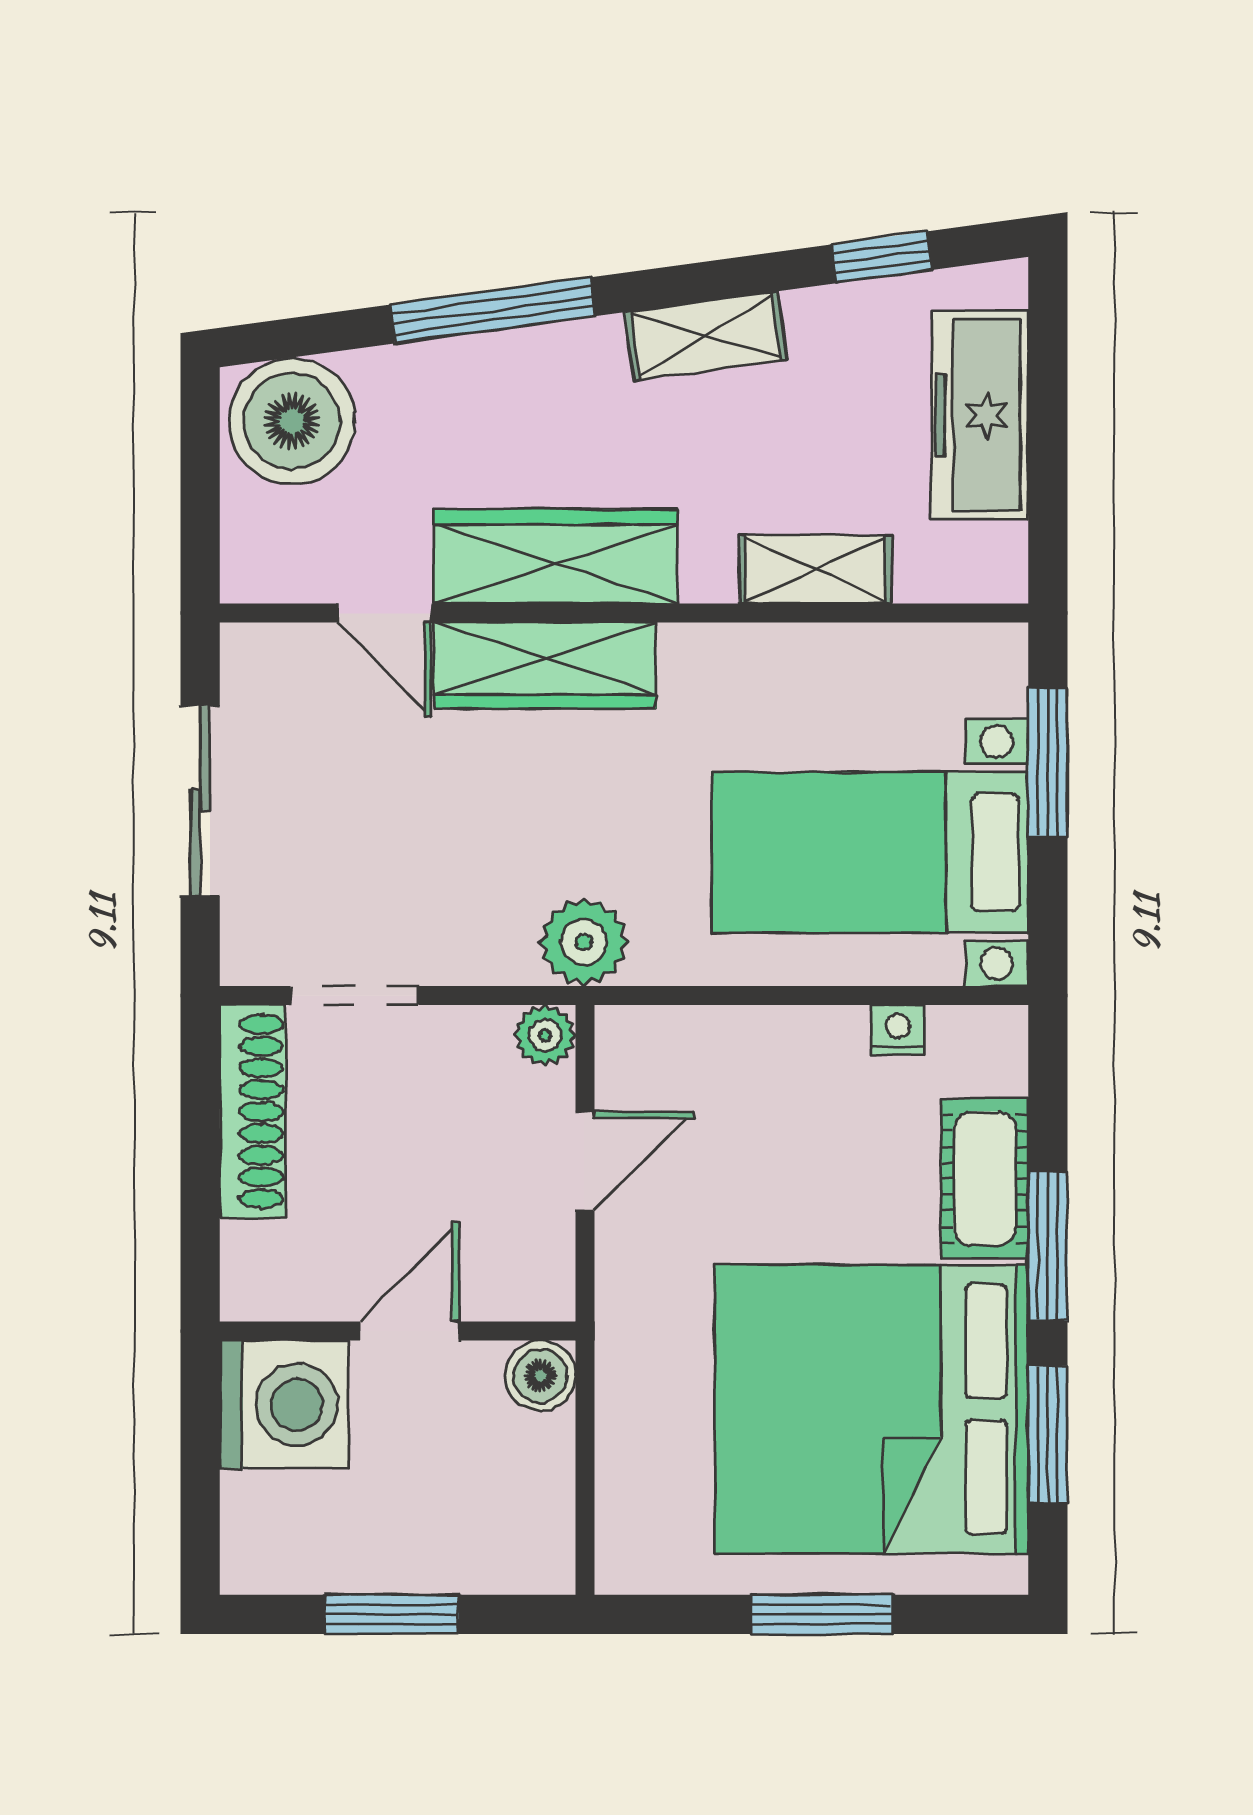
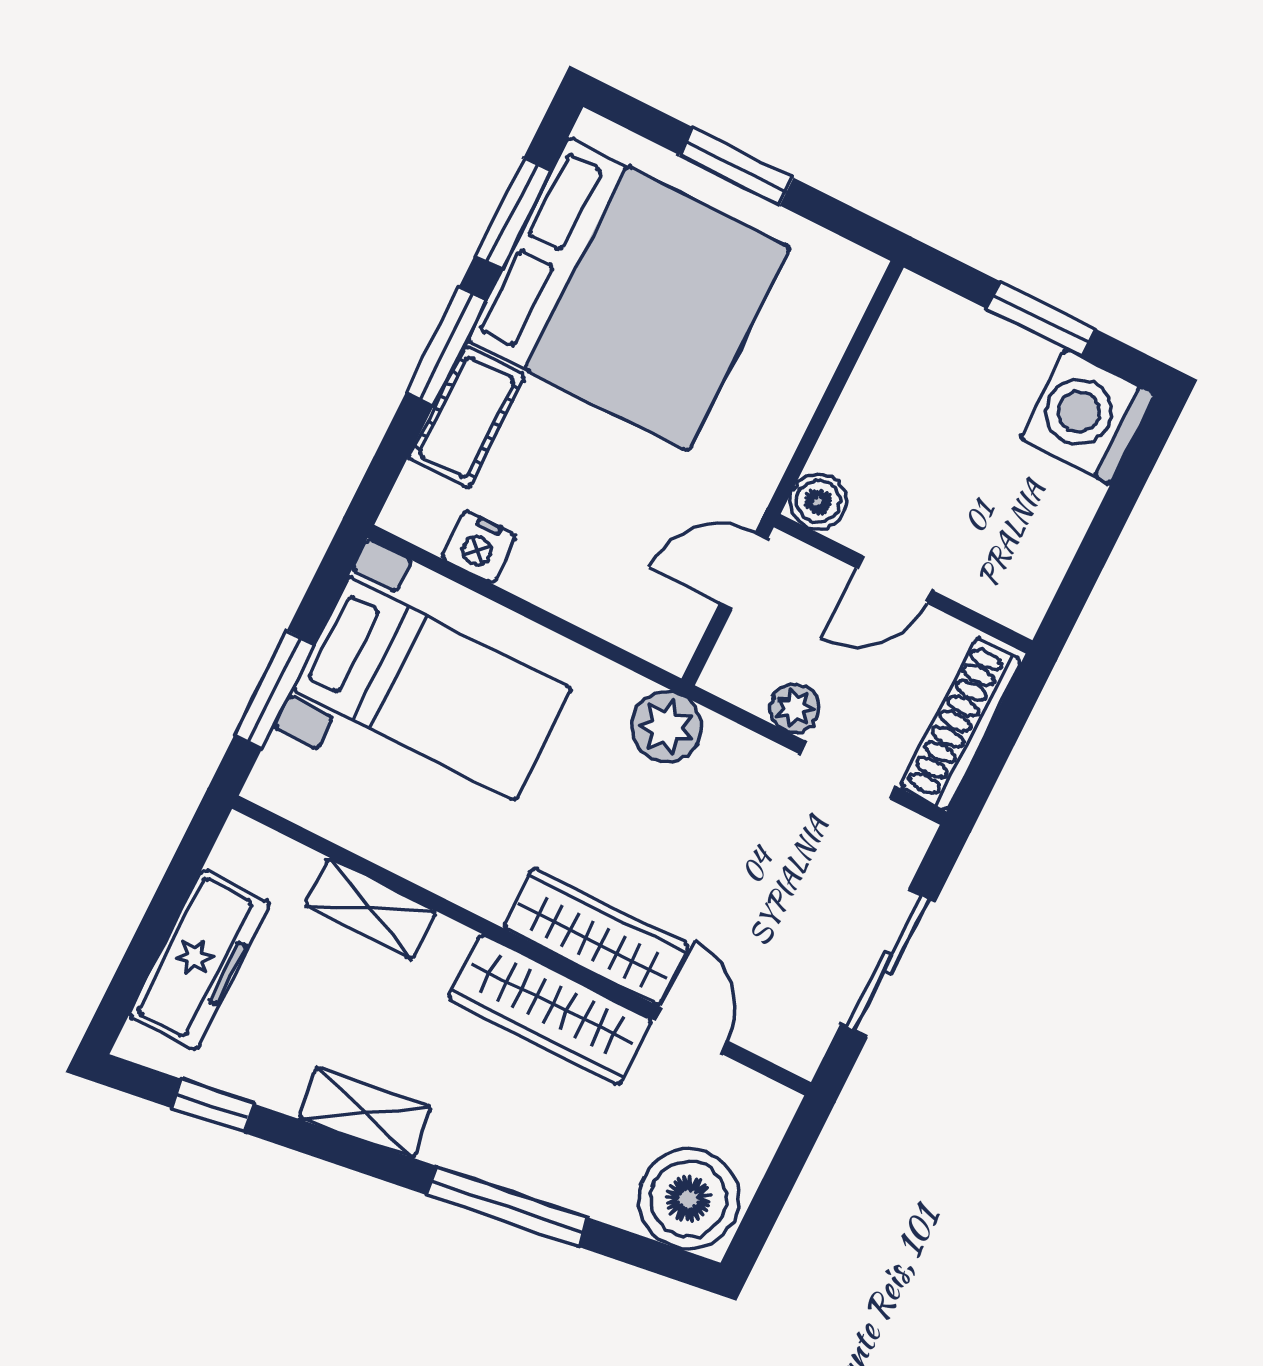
nightstand: (898, 1030) -> (479, 547), width x1.39, depth x1.35
plant: (545, 1035) -> (795, 708), moved
wall: (398, 1331) -> (903, 584), moved
door: (410, 1331) -> (895, 579), moved
boiler: (540, 1376) -> (818, 501), moved
washing machine: (284, 1405) -> (1088, 416), moved

